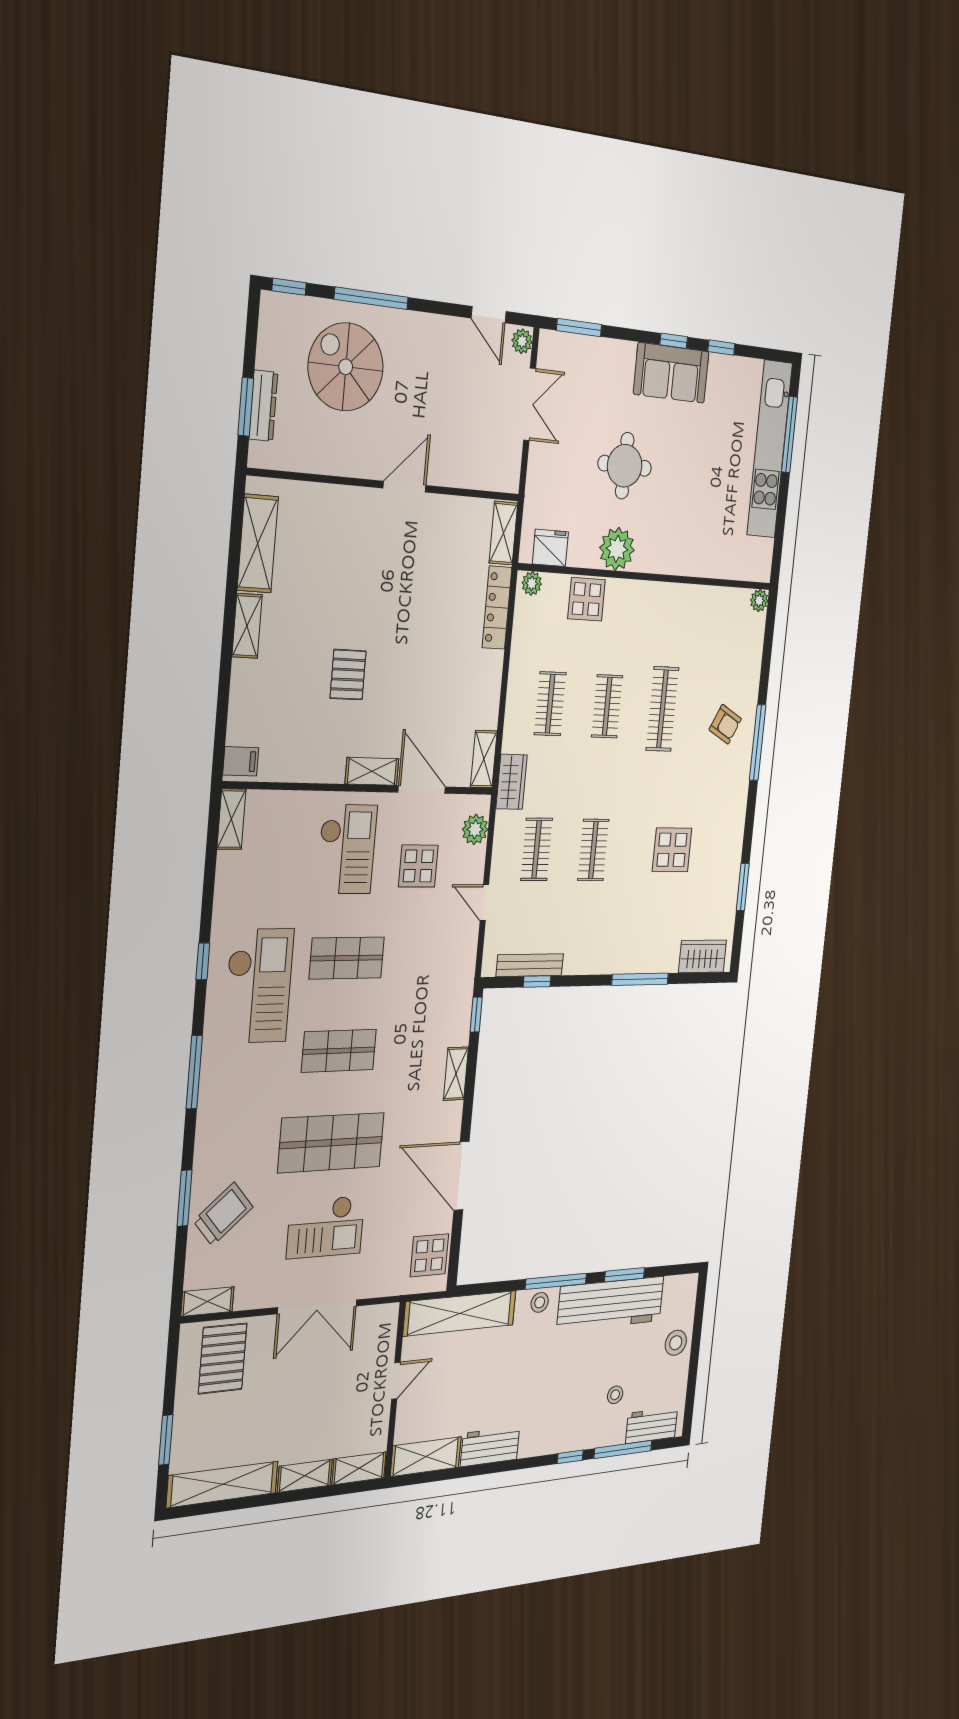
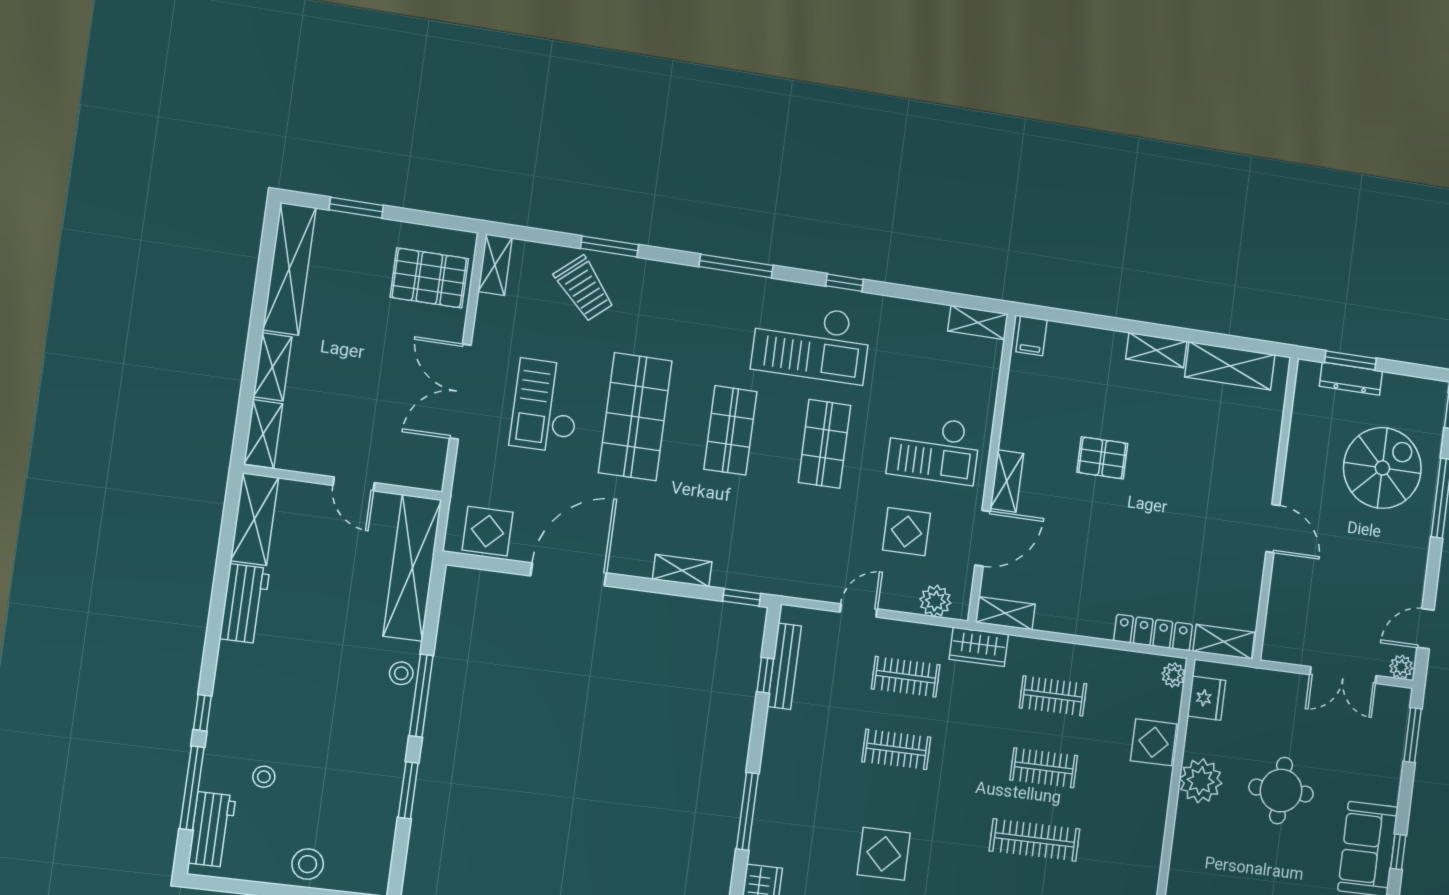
workbench: (611, 1304) -> (378, 771), removed

